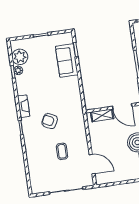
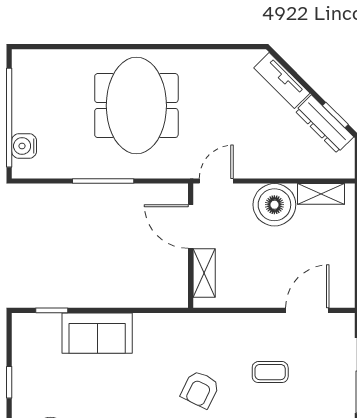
sofa: (67, 61) -> (97, 333), moved
door: (122, 106) -> (191, 226), swing flipped

